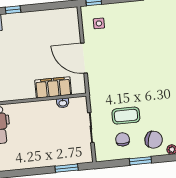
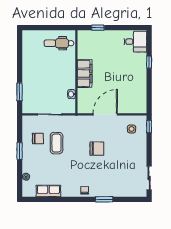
filing cabinet: (53, 87) -> (85, 74), moved
chair: (154, 140) -> (97, 149), moved, turned -107

